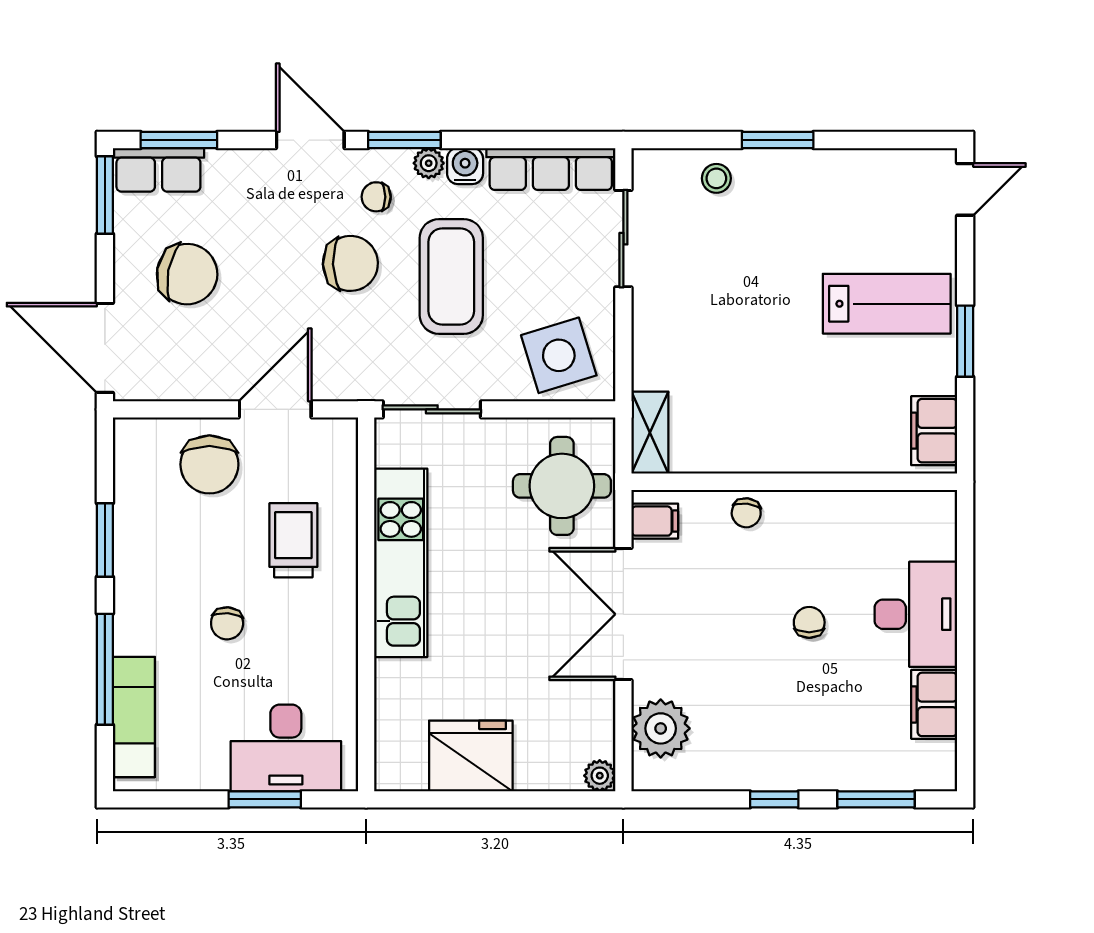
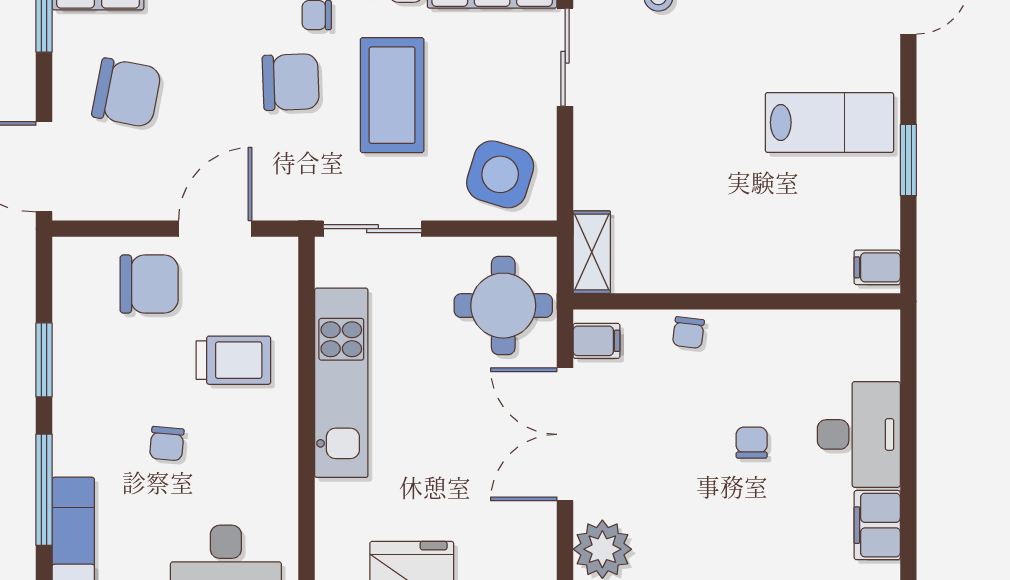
side table: (559, 355) -> (500, 174), turned 34
filing cabinet: (934, 431) -> (877, 267), width x0.50
chair: (209, 464) -> (149, 284), turned -90
trolley: (293, 540) -> (233, 360), turned 90

